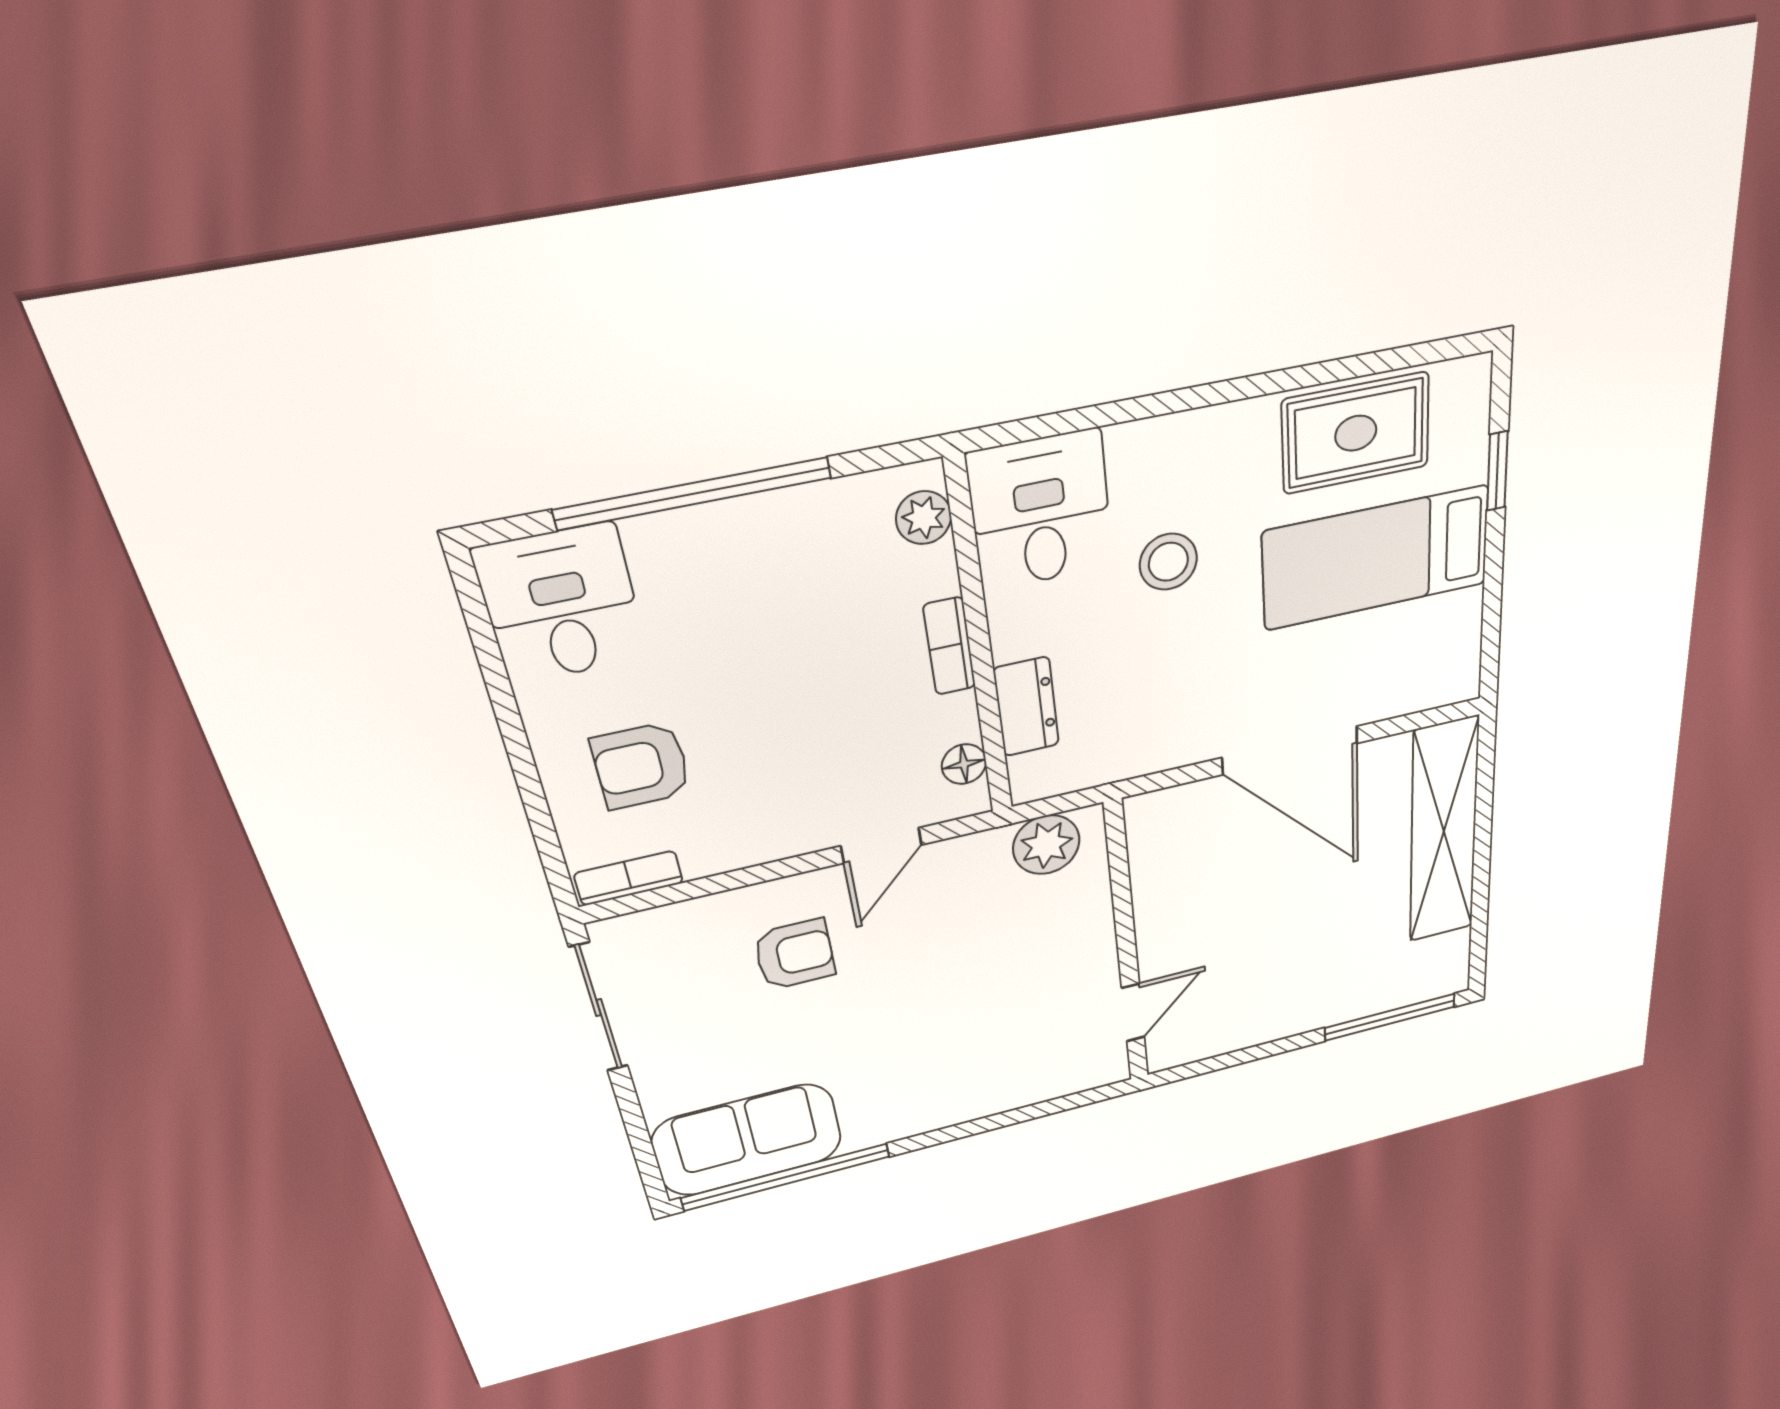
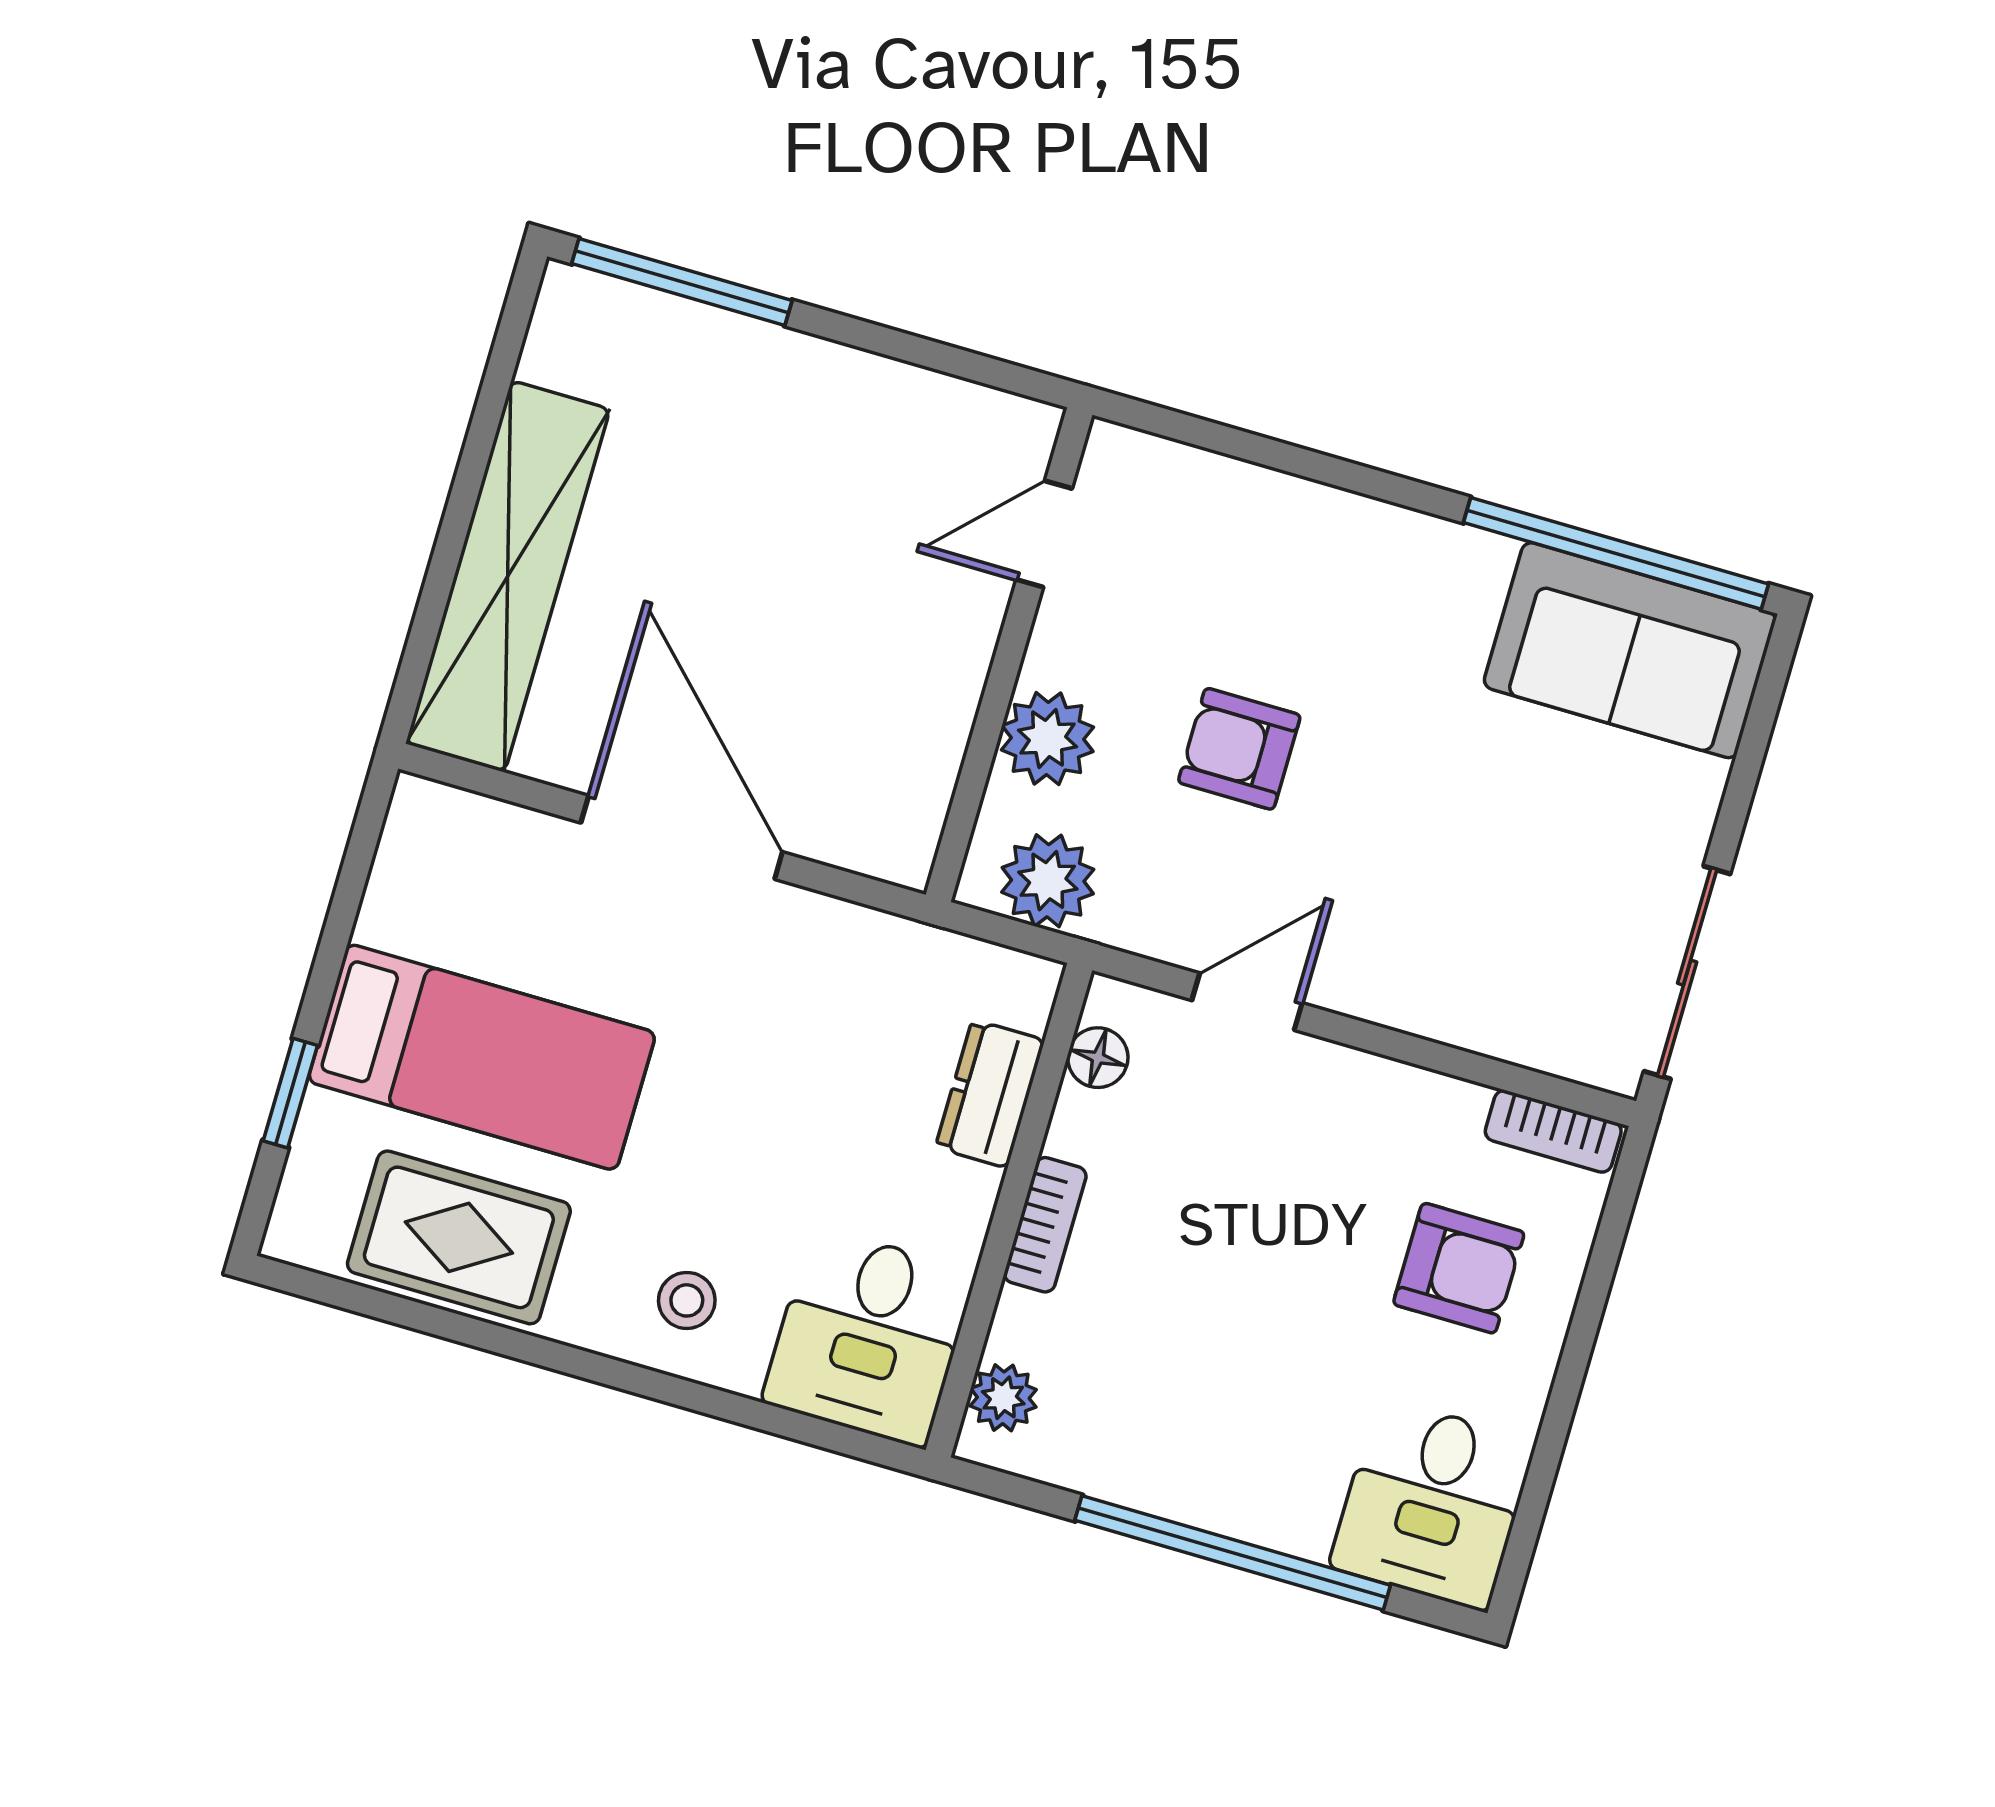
stool: (1168, 562) -> (687, 1300), moved, width x0.73, depth x0.73
plant: (1083, 917) -> (1047, 739), added
armchair: (795, 954) -> (1239, 749), moved

